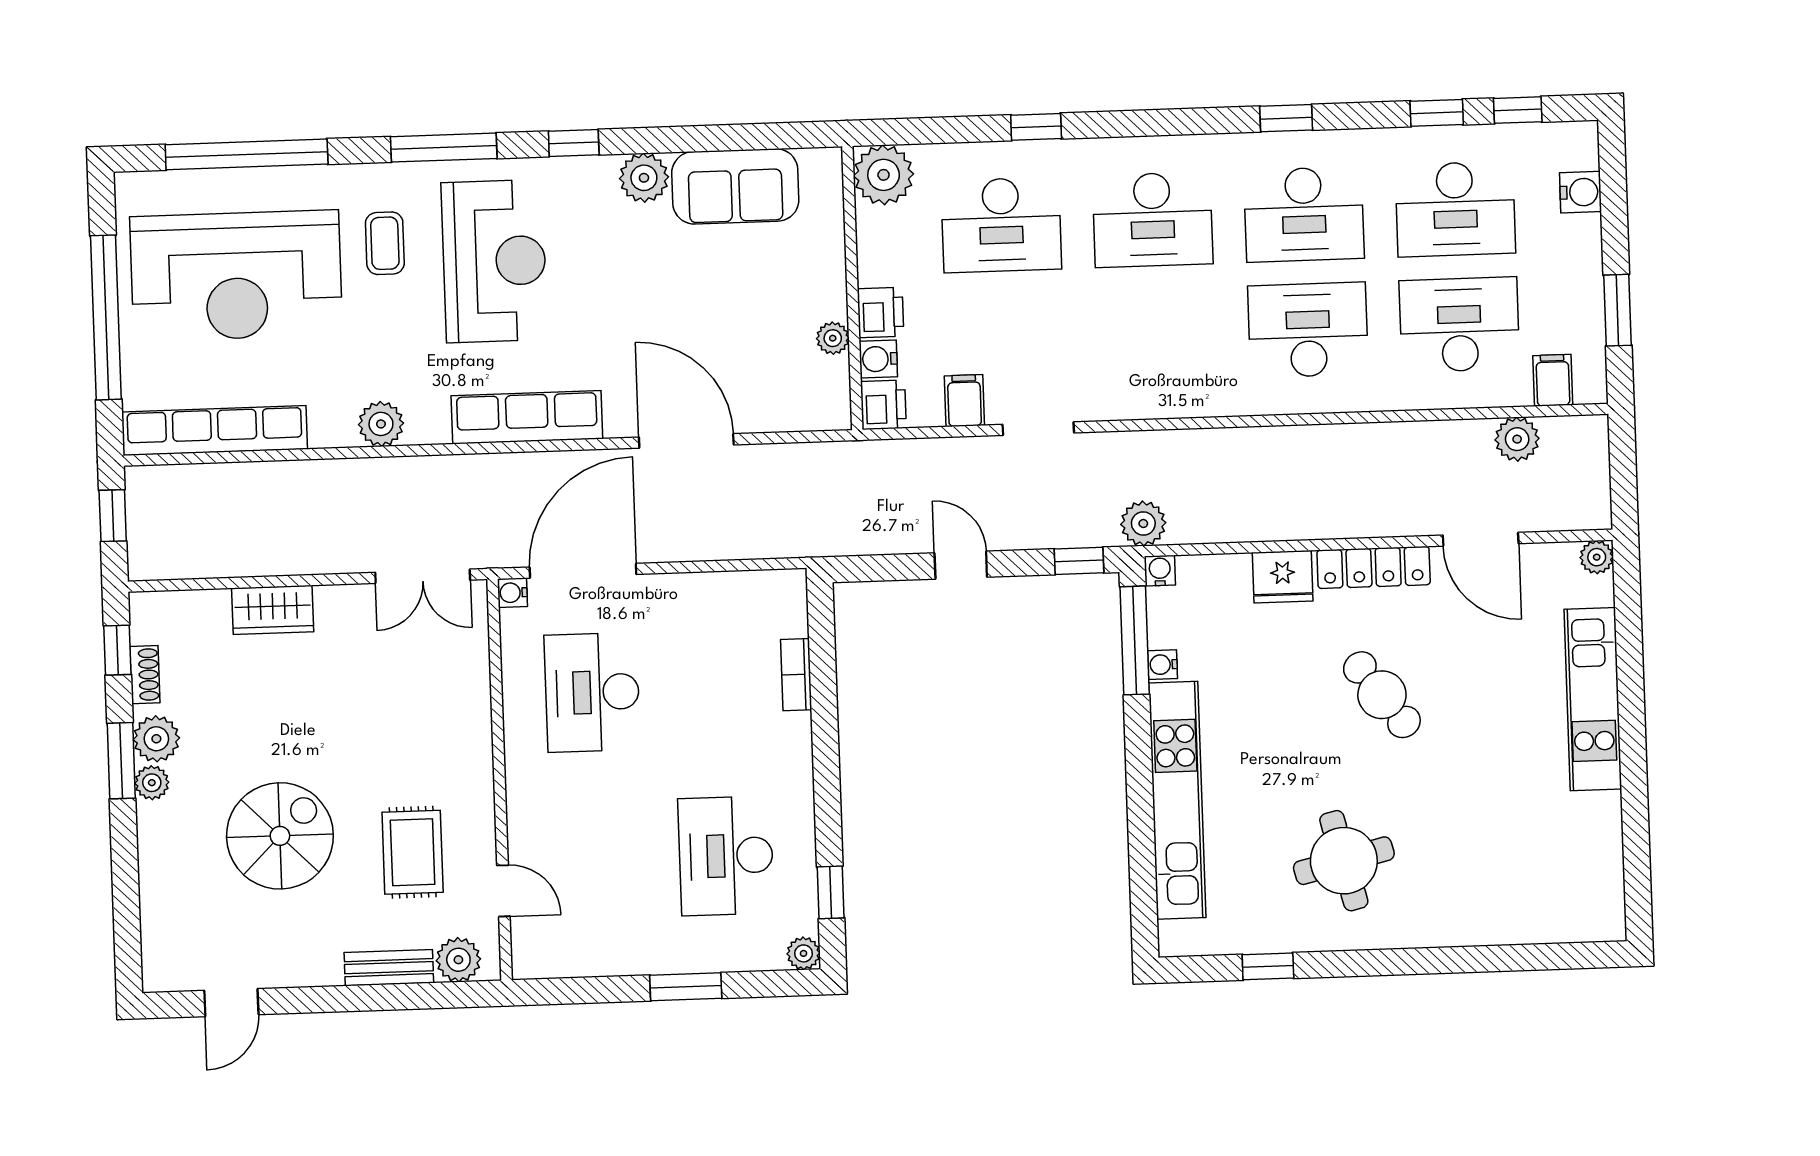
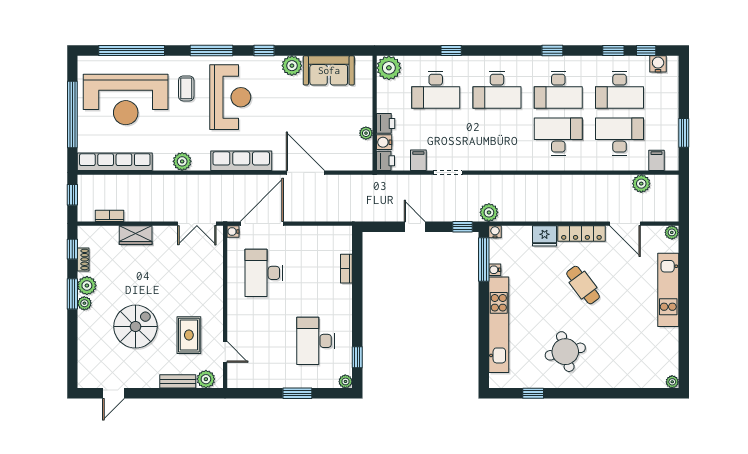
water cooler: (1581, 192) -> (658, 64), moved, turned -90
bookcase: (206, 565) -> (109, 216), added
plant: (1611, 926) -> (672, 382), added

